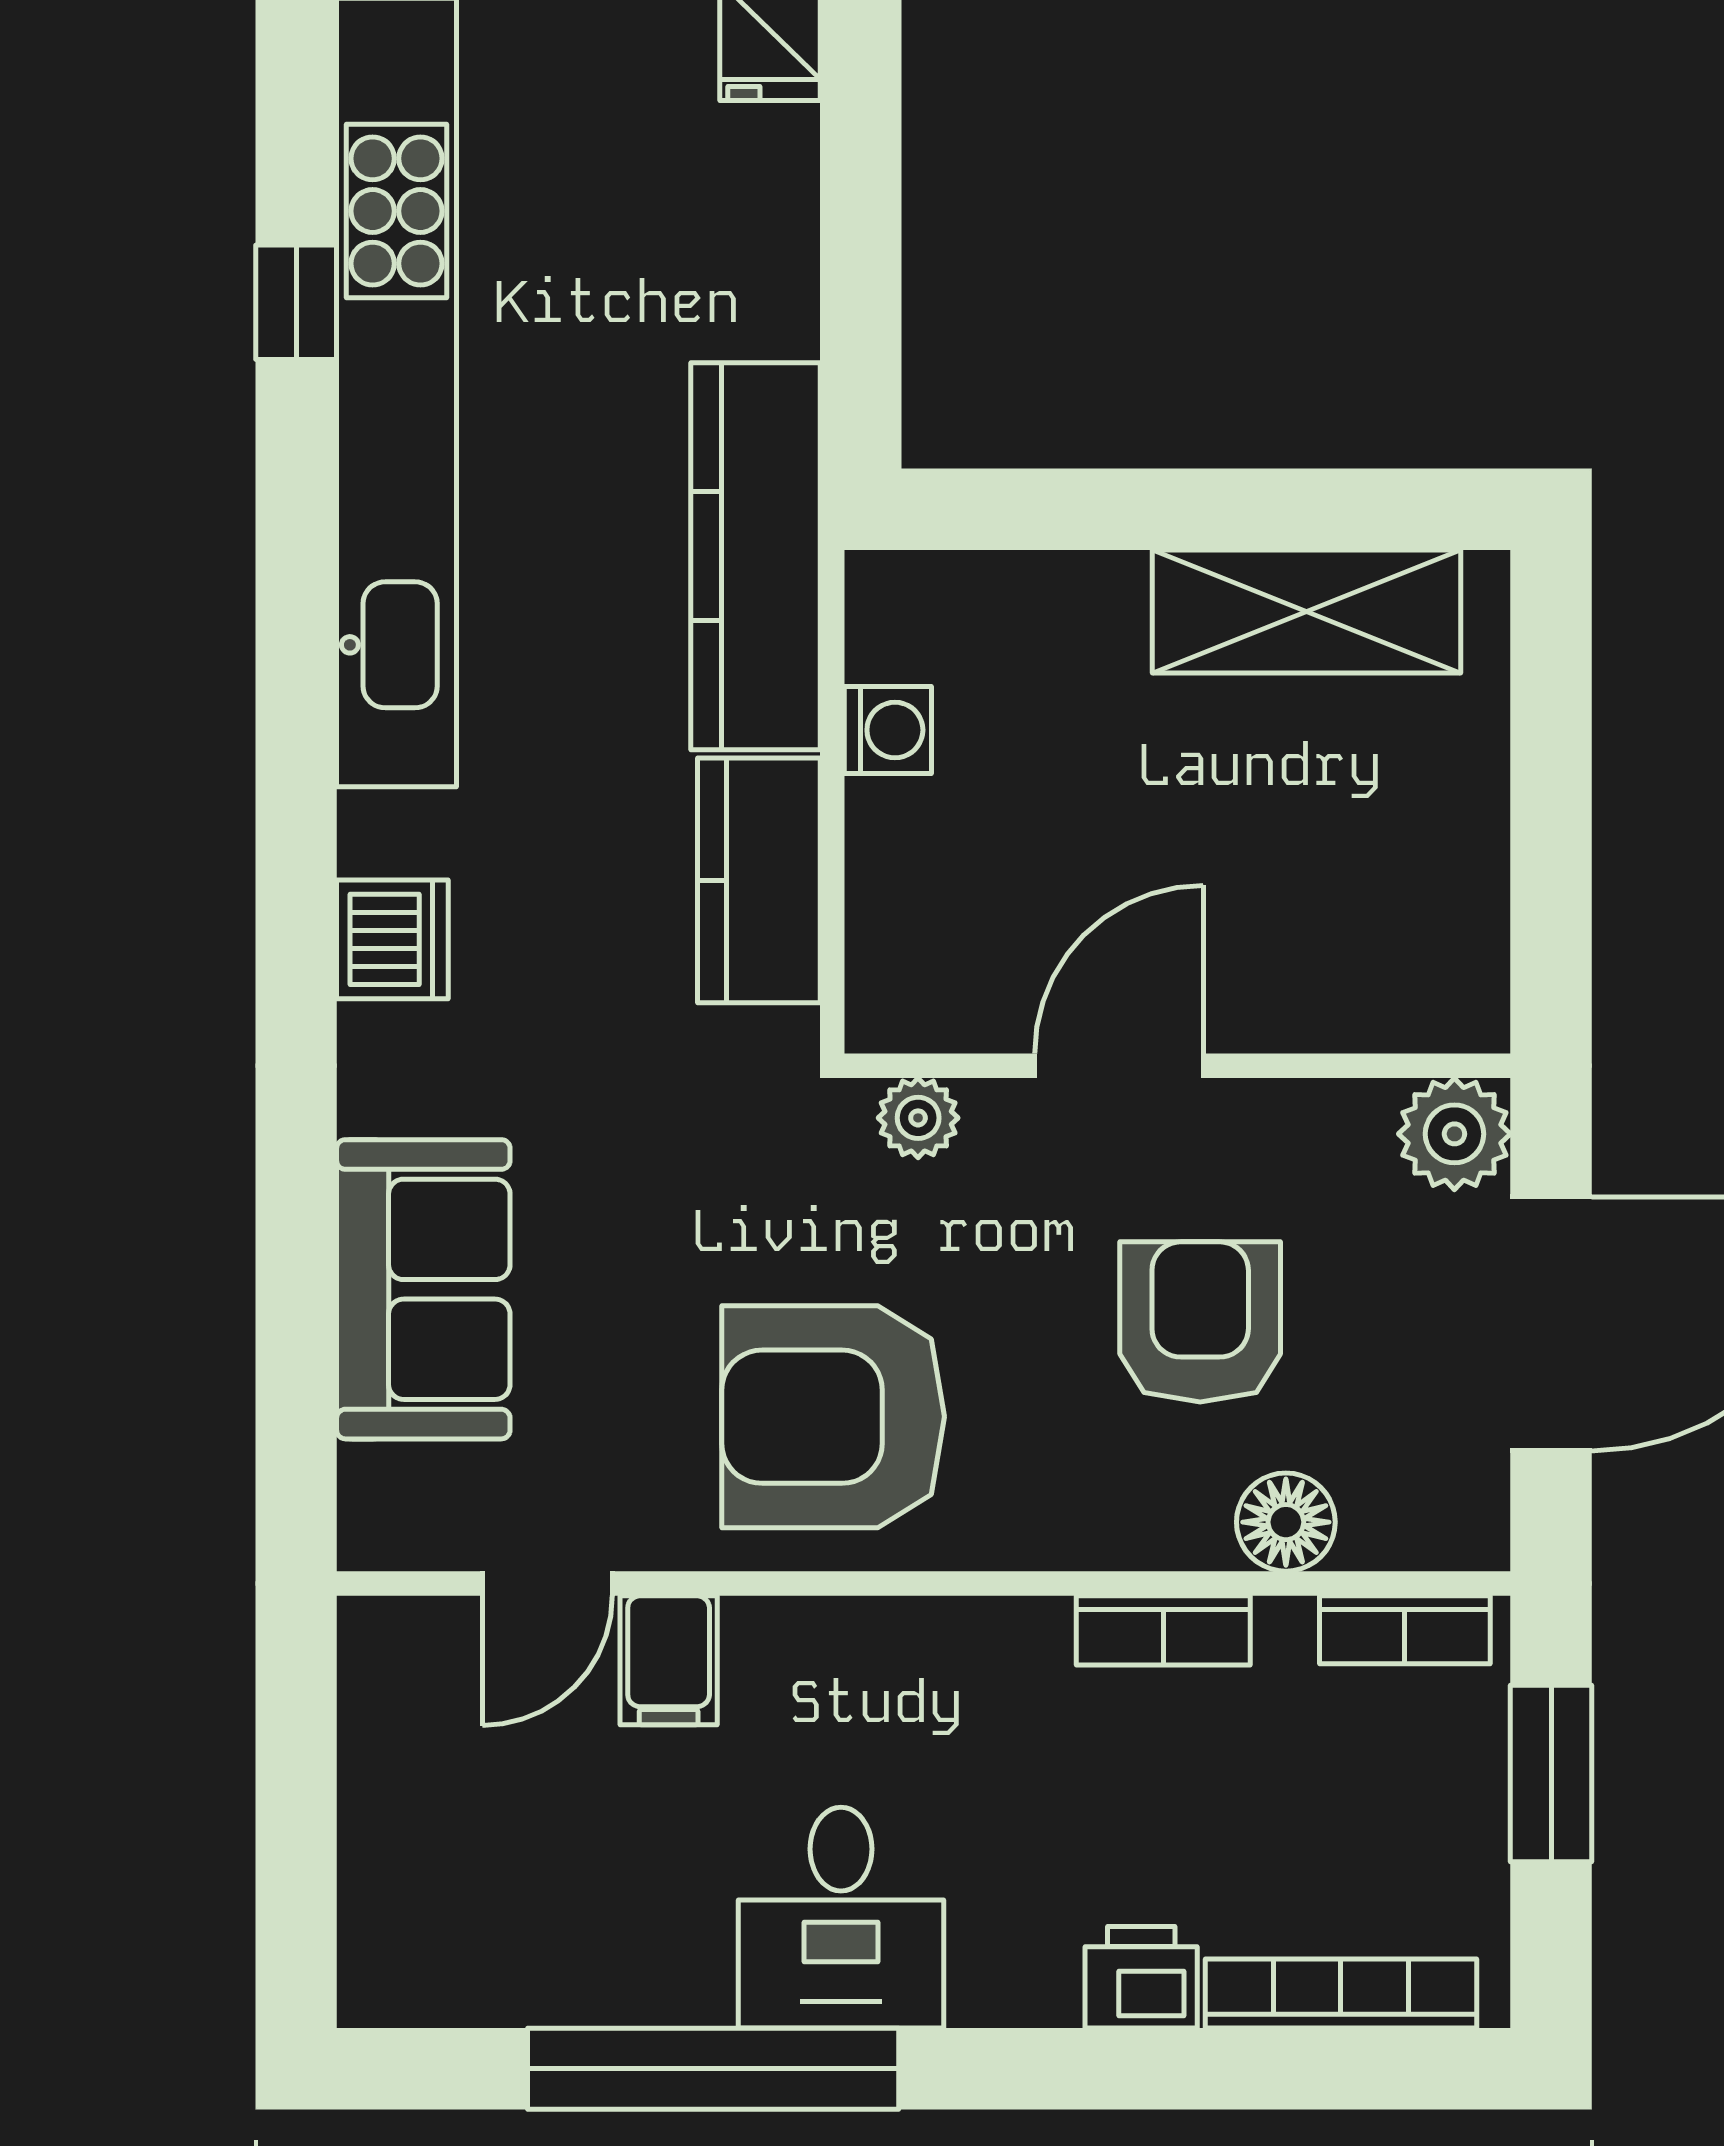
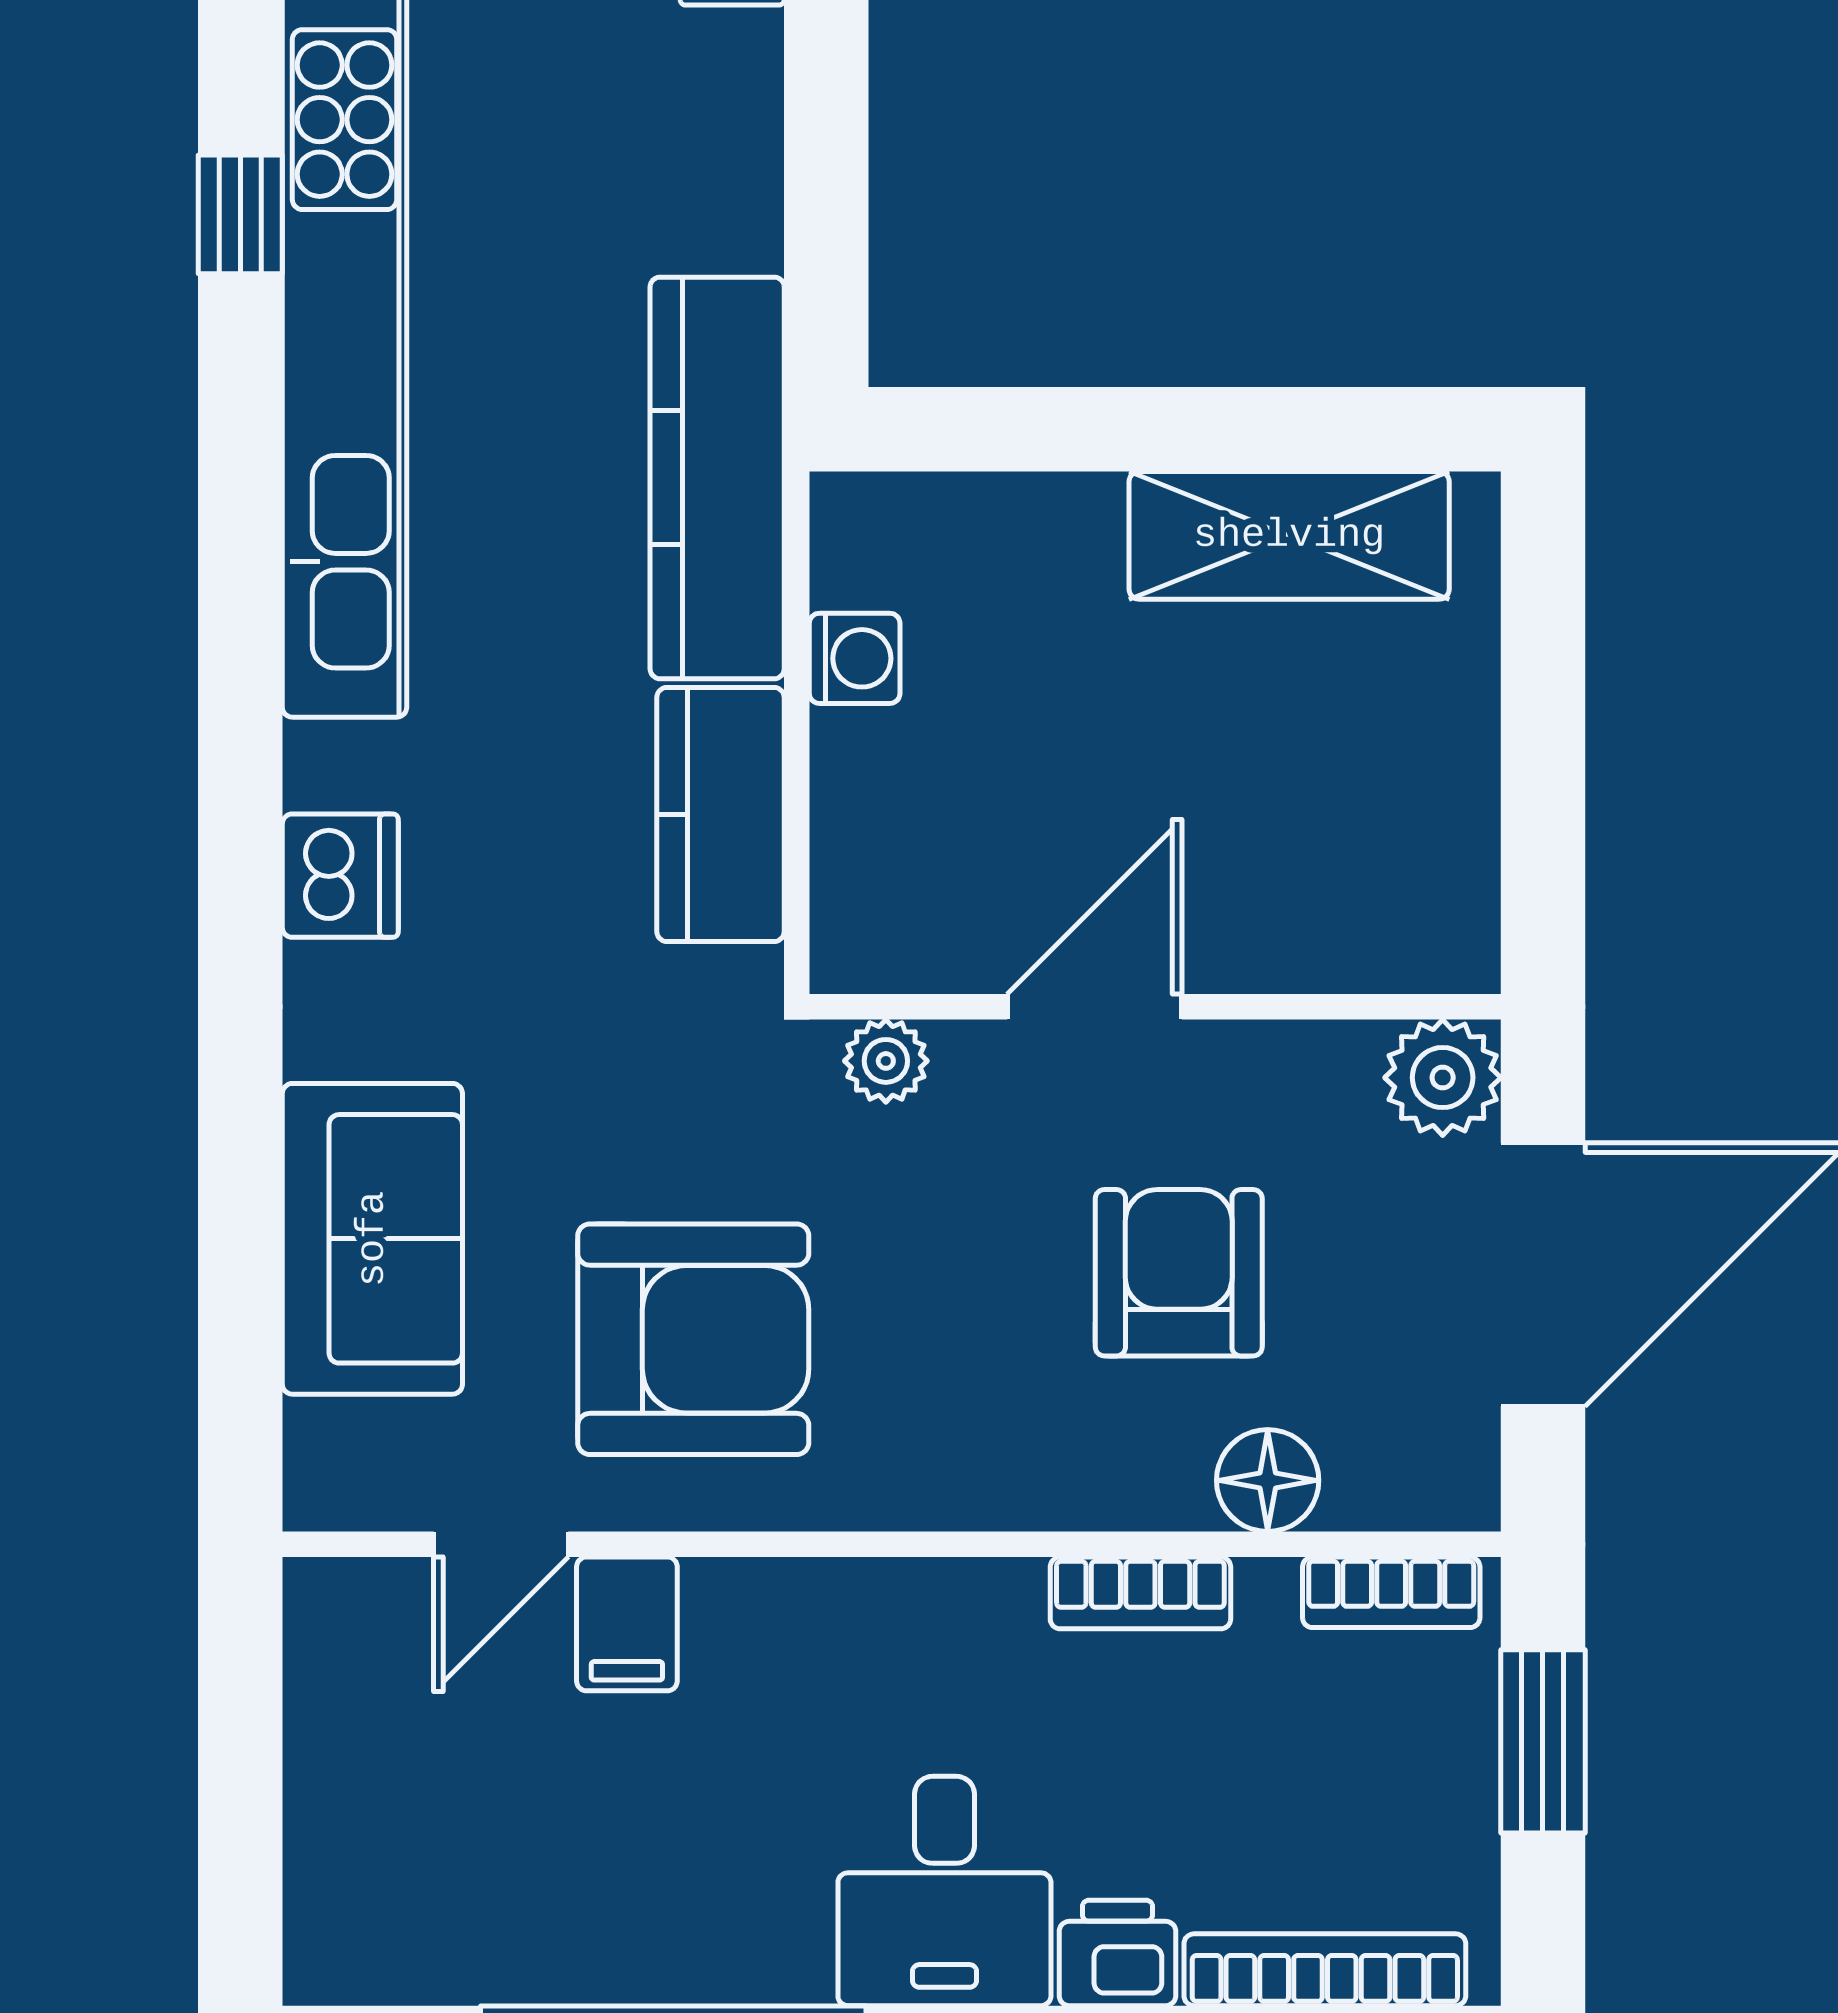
armchair: (833, 1417) -> (693, 1339), moved, turned 180
desk: (841, 1918) -> (944, 1891), moved

